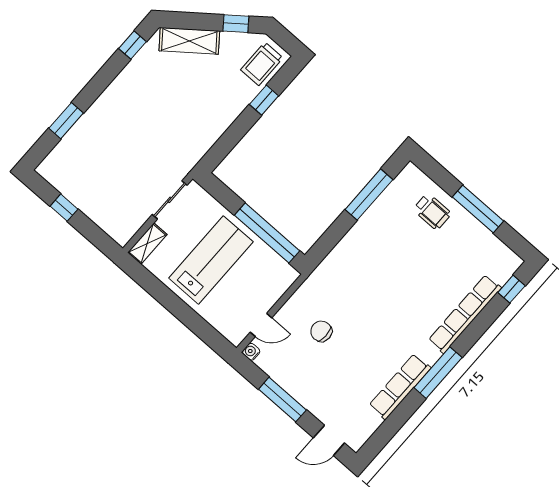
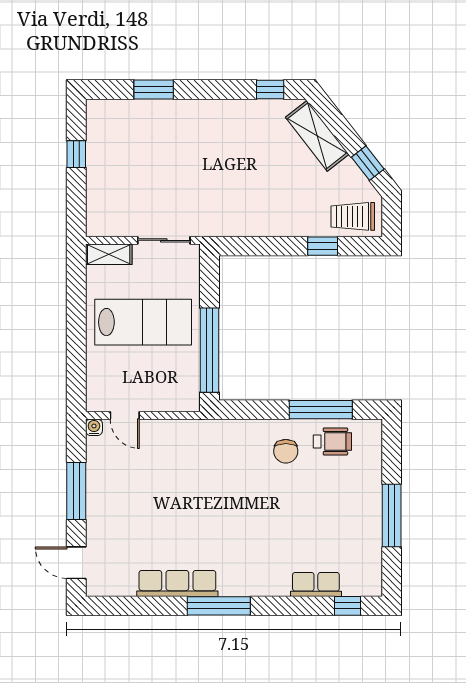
wheelchair: (432, 212) -> (332, 441), moved, turned -90
row of seats: (465, 314) -> (316, 584), width x0.50
chair: (321, 331) -> (286, 451), moved, turned 180

